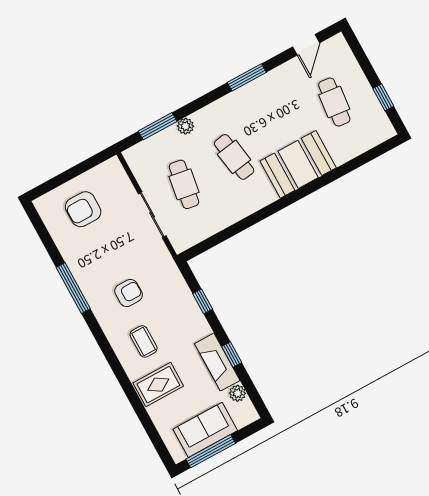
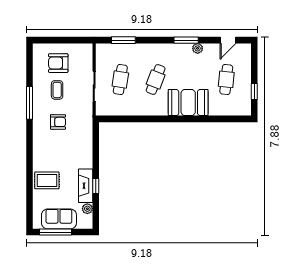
plant: (186, 126) -> (198, 48), moved
cafe table: (234, 157) -> (156, 79), turned 30
window: (203, 301) -> (96, 148), removed
coffee table: (144, 341) -> (57, 90), moved

